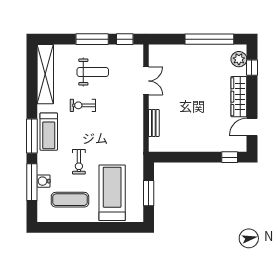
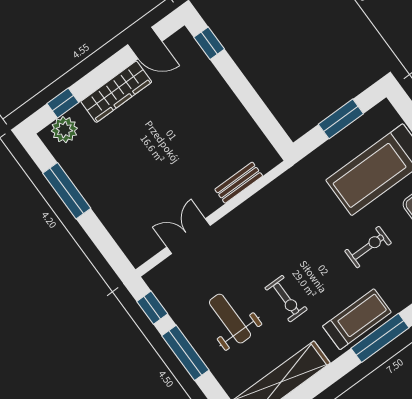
window: (209, 39) -> (67, 191), width x0.68

